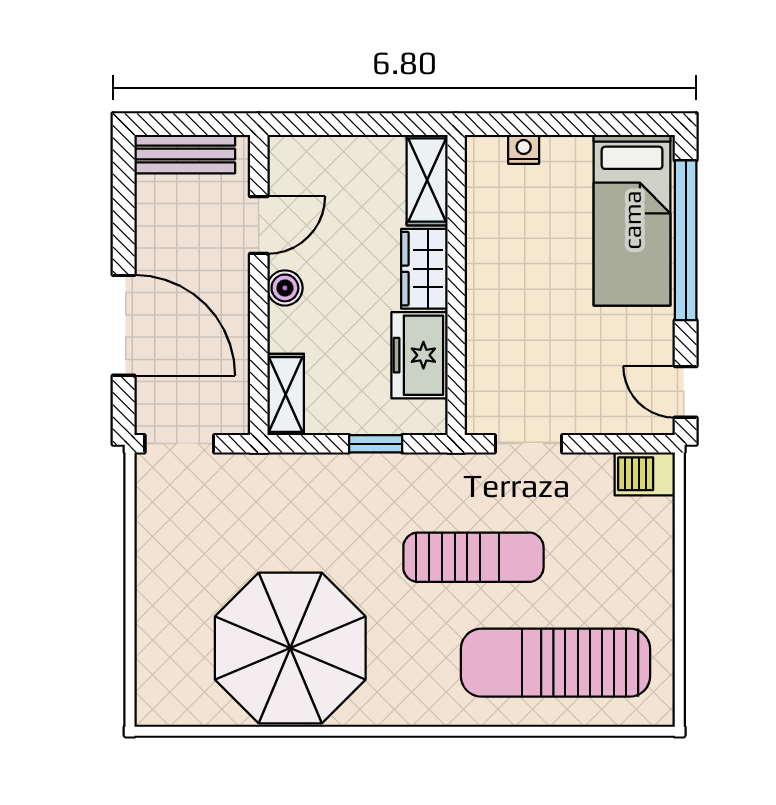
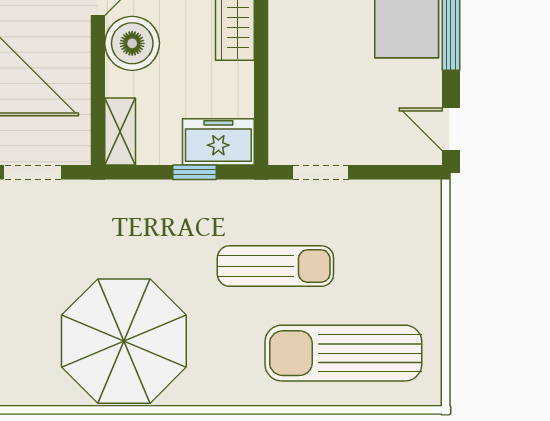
boiler: (285, 288) -> (132, 43), width x1.86, depth x1.86
freezer: (419, 355) -> (218, 142), moved, turned 90
barbecue: (645, 474) -> (417, 197), removed

